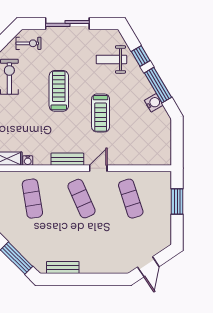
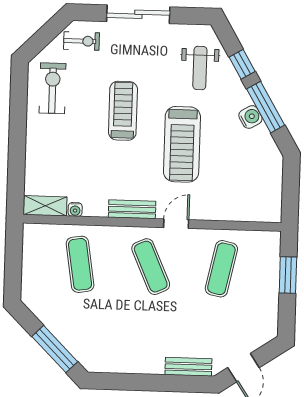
weight bench: (111, 59) -> (200, 68), turned -90
water cooler: (154, 103) -> (250, 117), moved
treadmill: (101, 113) -> (182, 144), width x1.37, depth x1.38
exercise mat: (131, 199) -> (221, 269), turned 30
bench: (63, 267) -> (188, 367), moved

